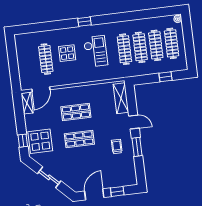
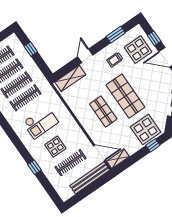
window: (85, 22) -> (34, 167), moved
checkout: (96, 51) -> (41, 122), turned 180
bench: (23, 69) -> (90, 178), added
shop shelf: (79, 139) -> (125, 96), width x1.43, depth x1.36
window: (137, 147) -> (116, 35), moved
display table: (115, 172) -> (138, 50), added

